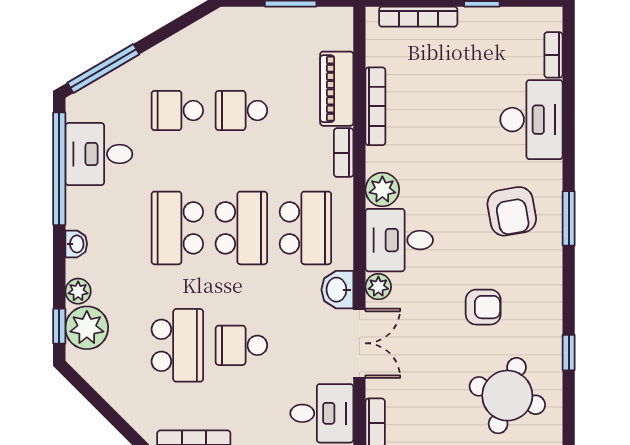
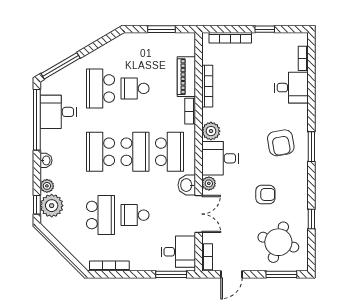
school desk: (177, 110) -> (100, 88), width x1.85
desk: (531, 120) -> (291, 88), width x0.73

